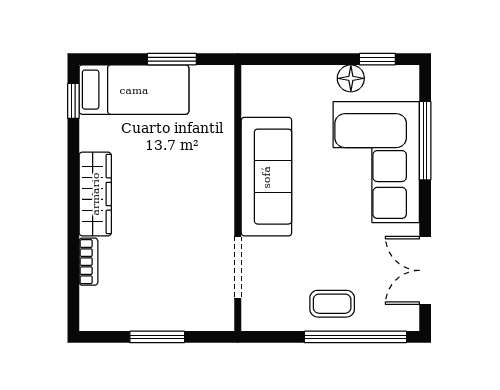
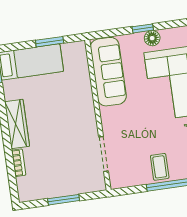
window: (377, 59) -> (143, 28), moved
sofa: (266, 177) -> (108, 72), moved
coffee table: (332, 304) -> (160, 167), turned 90

